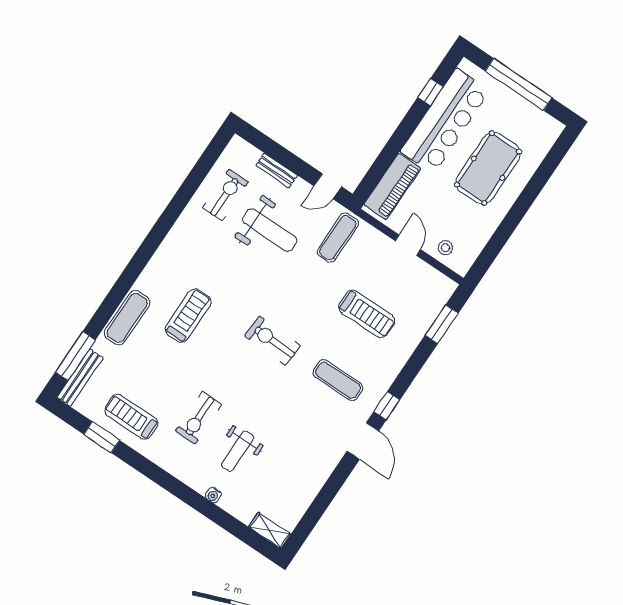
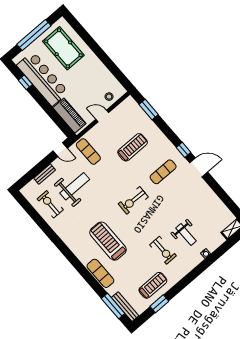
pool table: (488, 168) -> (63, 48), moved
door: (328, 186) -> (60, 150), hinge flipped
treadmill: (188, 316) -> (108, 241), width x1.37, depth x1.38
treadmill: (131, 417) -> (153, 285), turned 180

